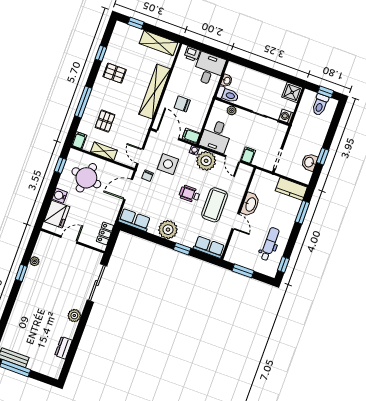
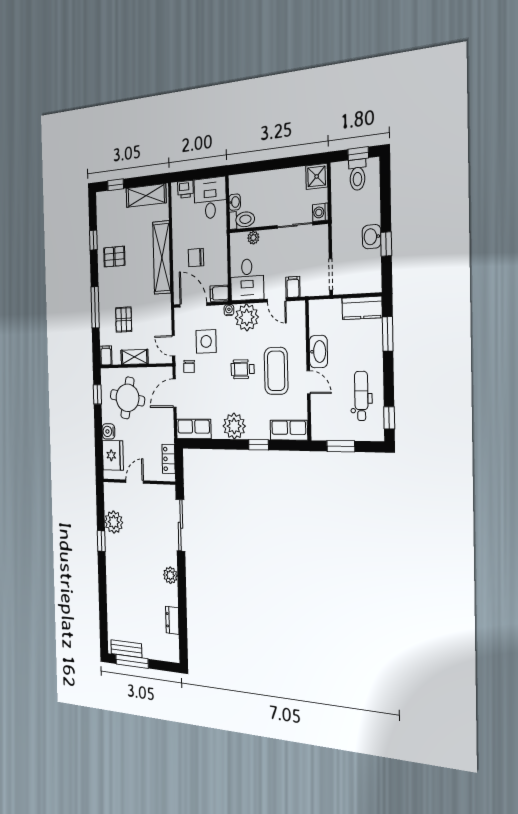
washbasin: (309, 162) -> (372, 237), moved
plant: (35, 261) -> (114, 522), width x1.87, depth x1.87

